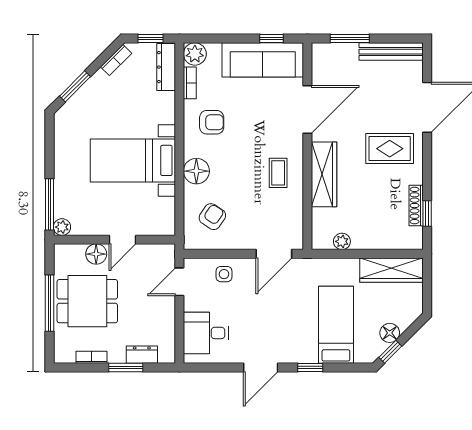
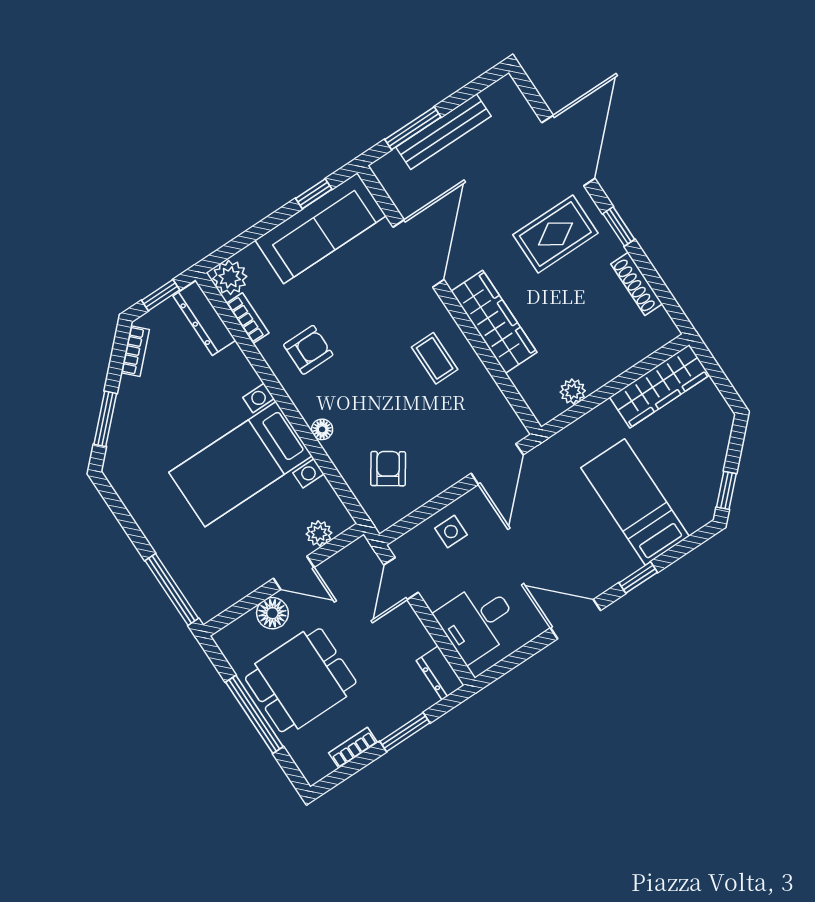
bench: (391, 52) -> (443, 132), moved
floor lamp: (196, 171) -> (322, 429), width x0.53, depth x0.53
window: (427, 213) -> (619, 227), moved
plant: (62, 227) -> (319, 533), moved
door: (123, 240) -> (294, 573), hinge flipped
floor lamp: (390, 333) -> (710, 467), removed
dresser: (142, 355) -> (440, 673), moved, turned -90
door: (261, 368) -> (576, 619), swing flipped

